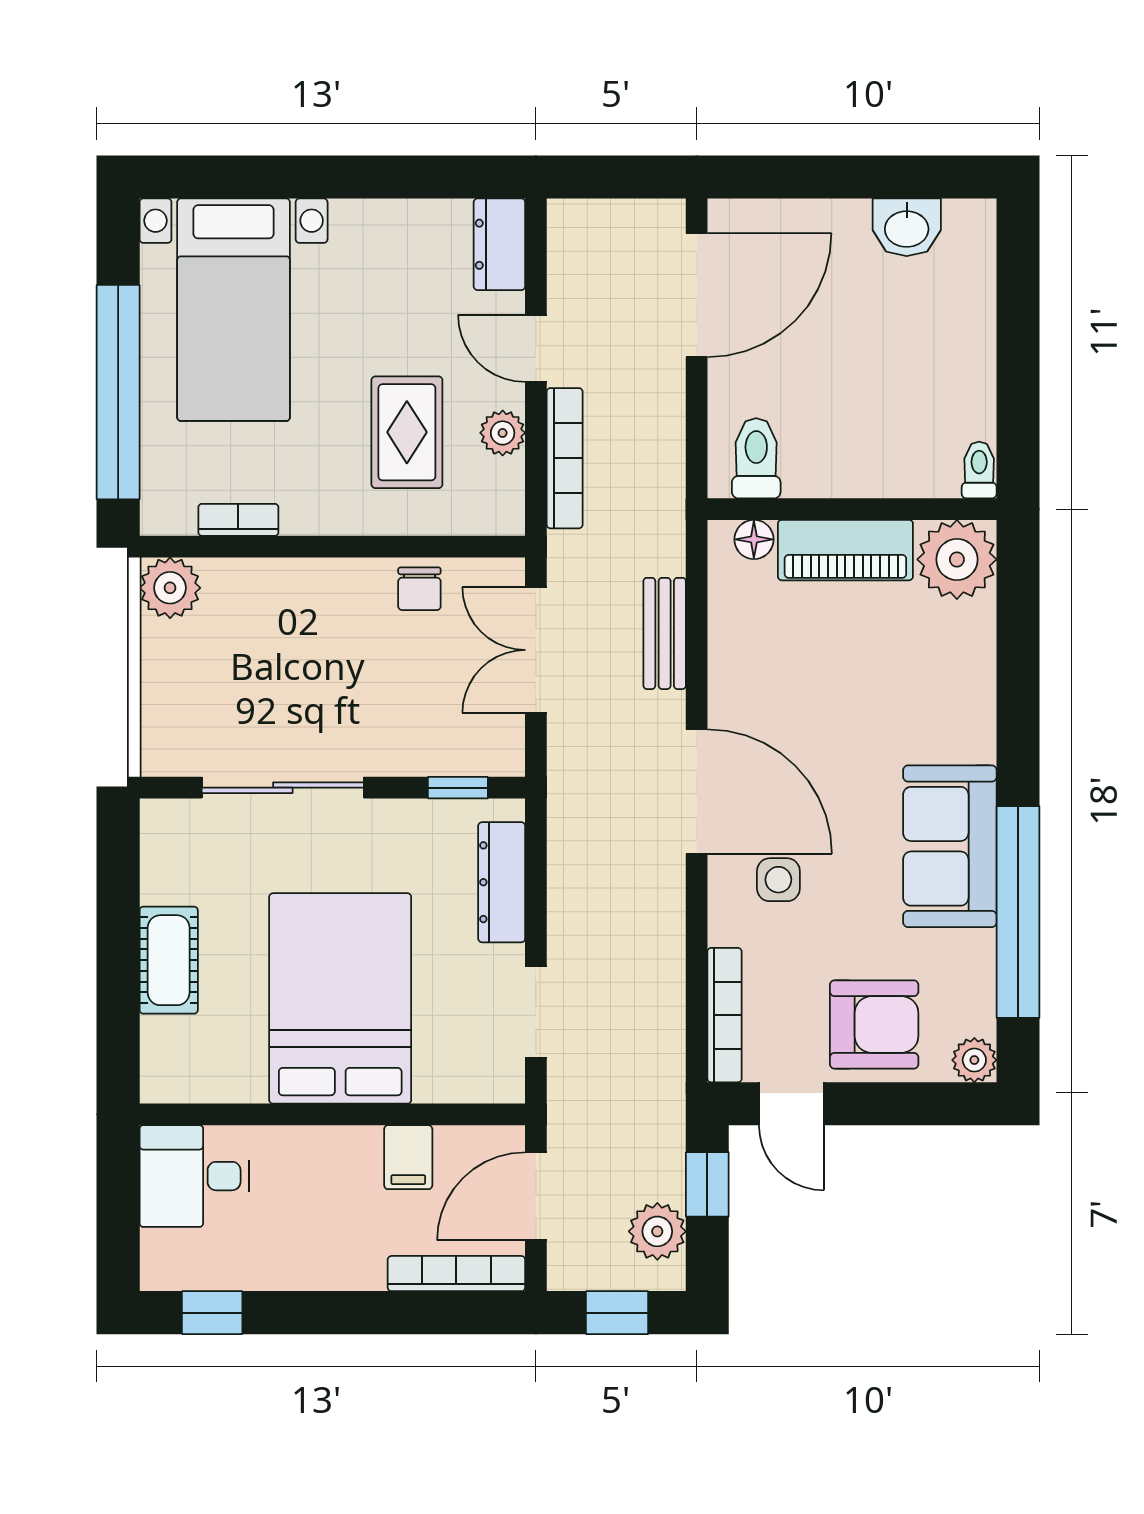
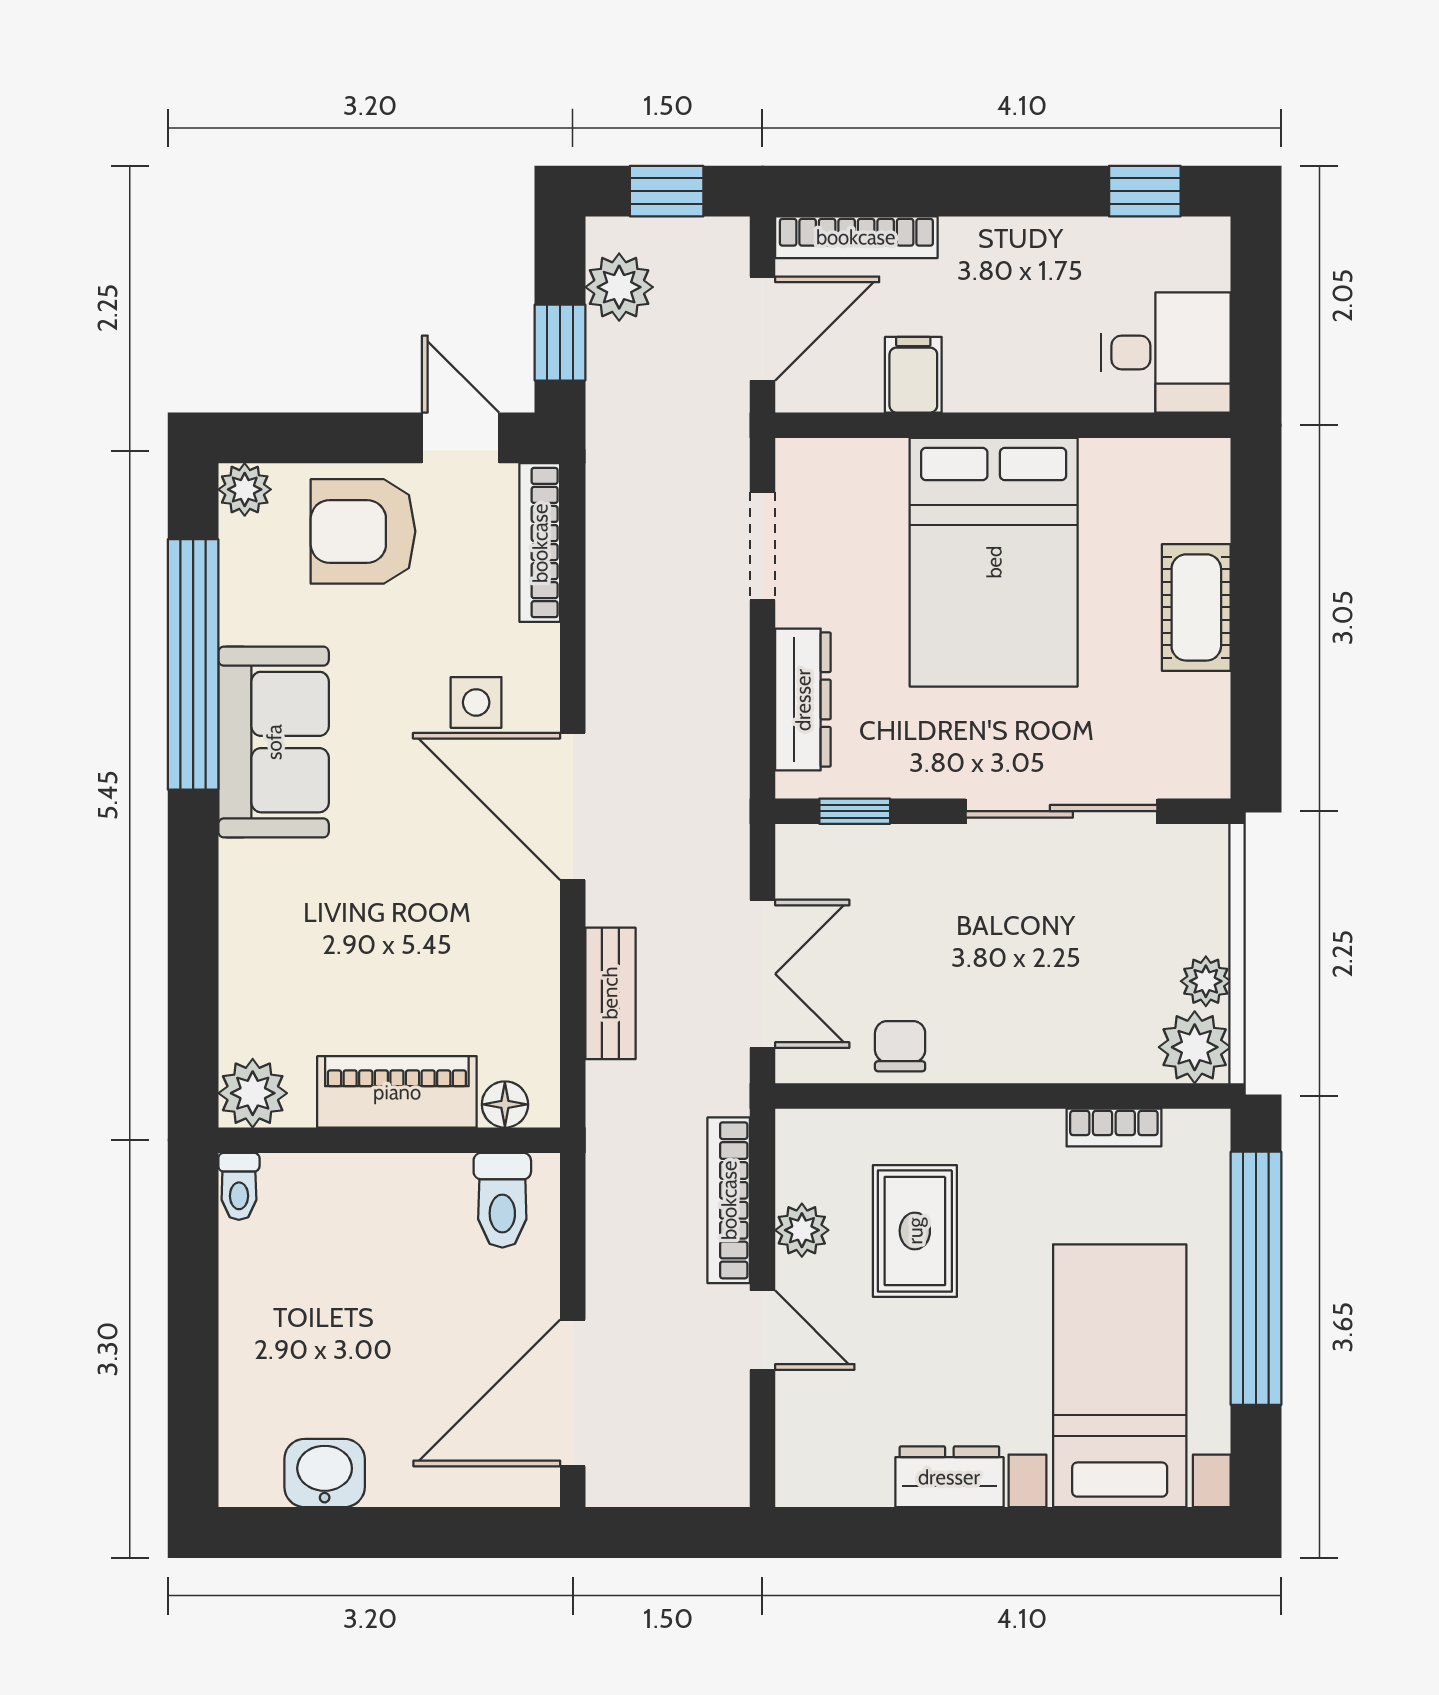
dresser: (499, 244) -> (949, 1477), moved, turned -90
plant: (957, 559) -> (253, 1093), width x0.73, depth x0.73
plant: (161, 644) -> (1206, 981), added

